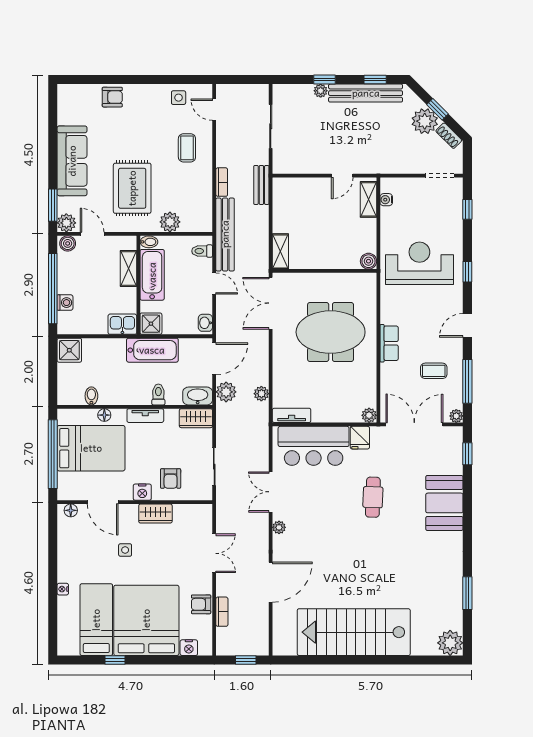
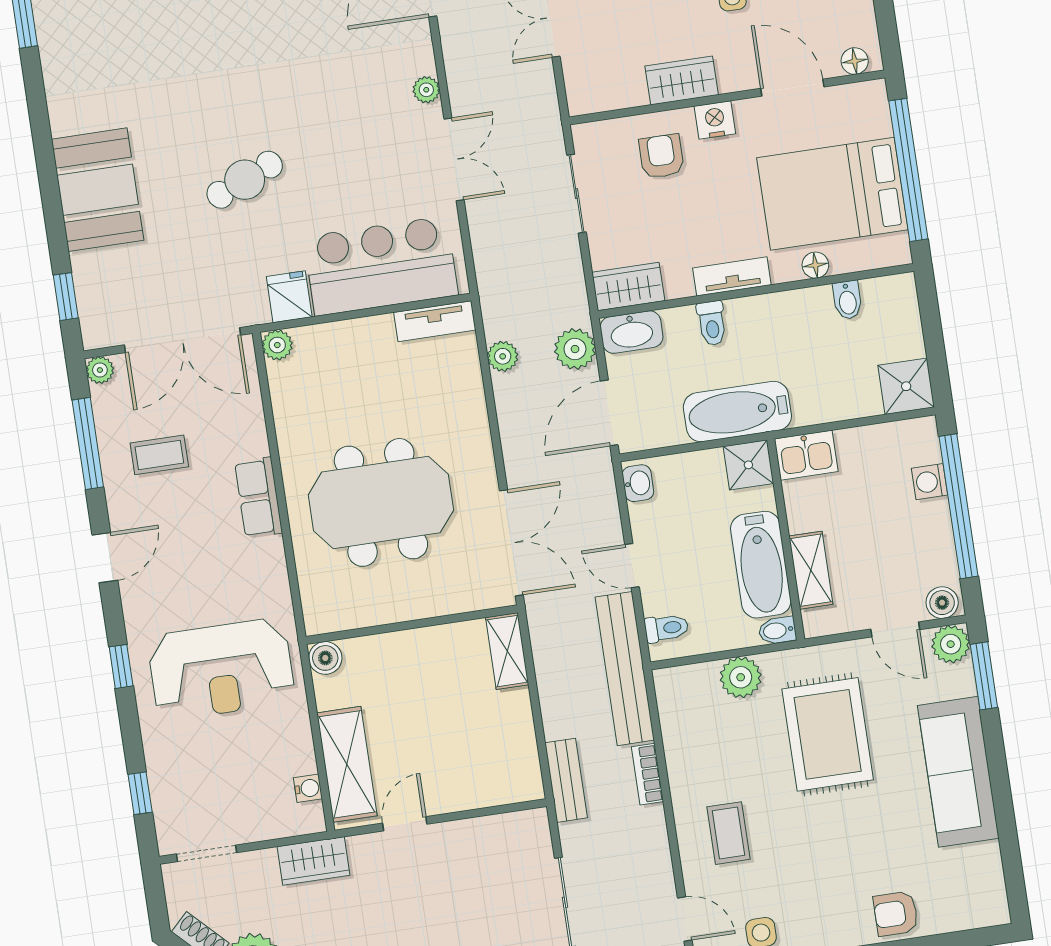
wardrobe: (389, 164) -> (313, 861), added
shelving: (368, 199) -> (347, 764), width x1.50, depth x1.33
cafe table: (373, 497) -> (245, 180), turned 65

